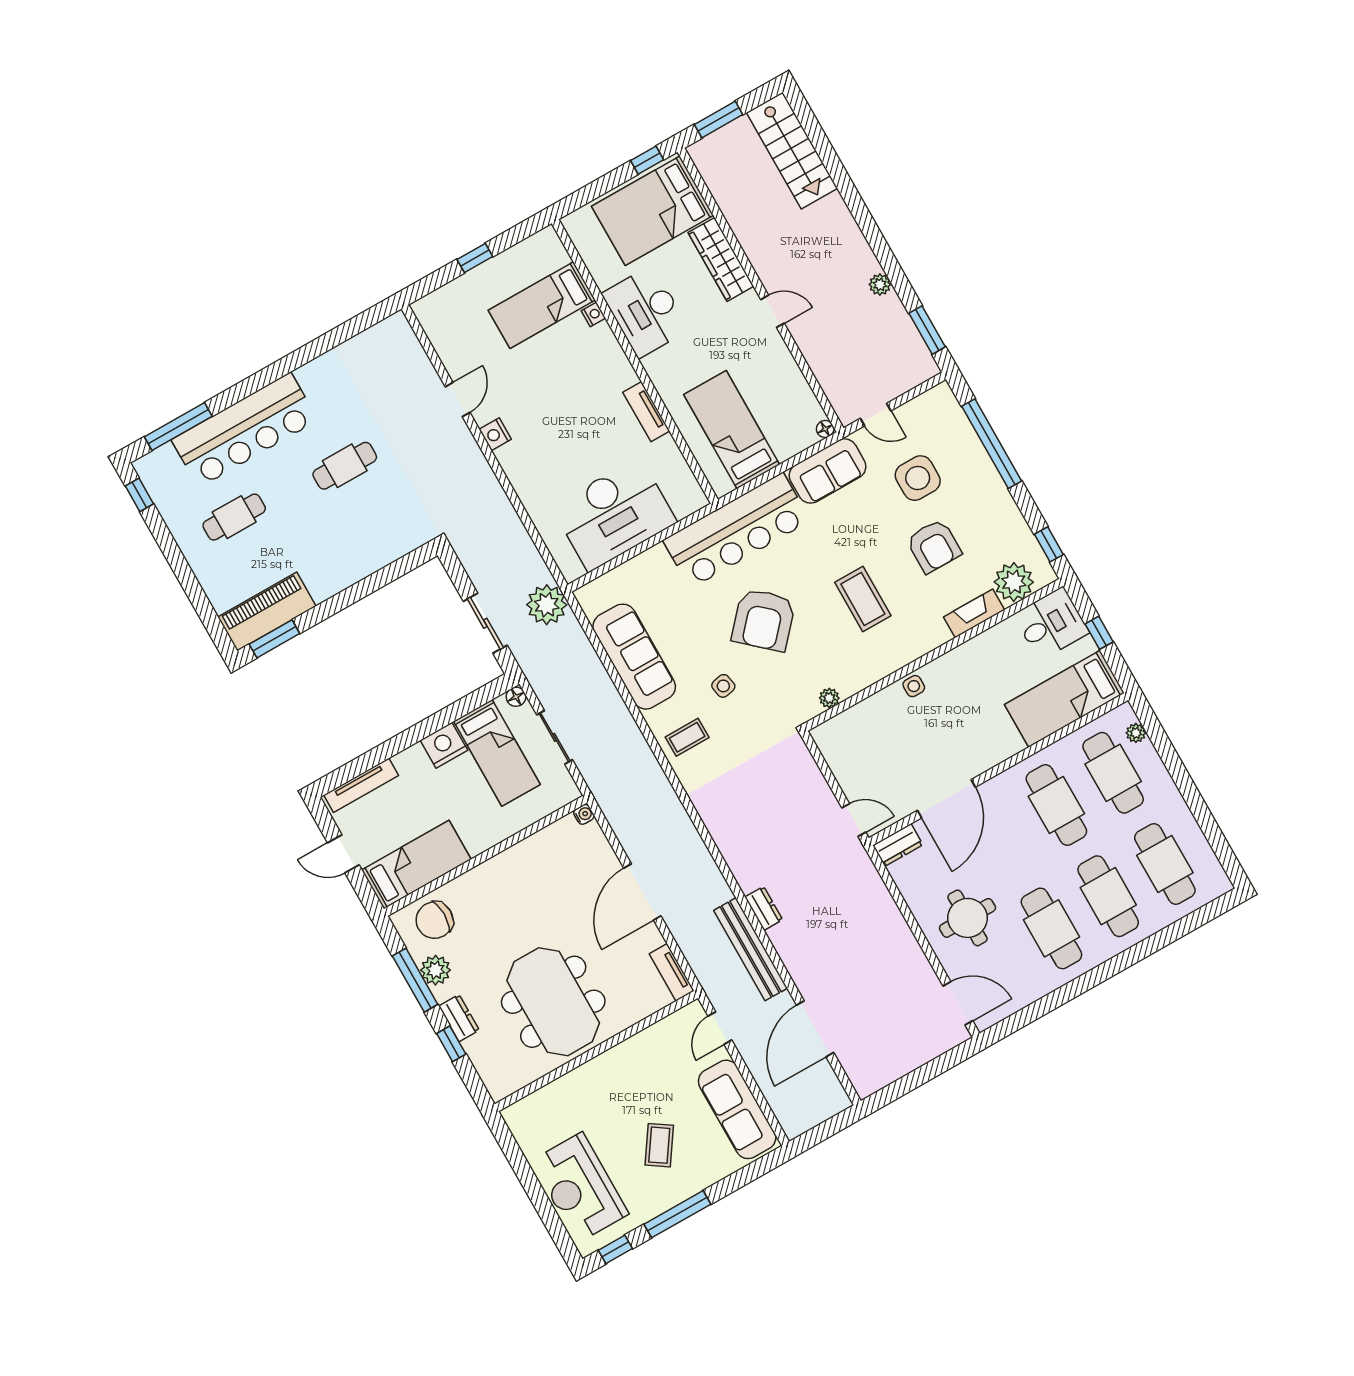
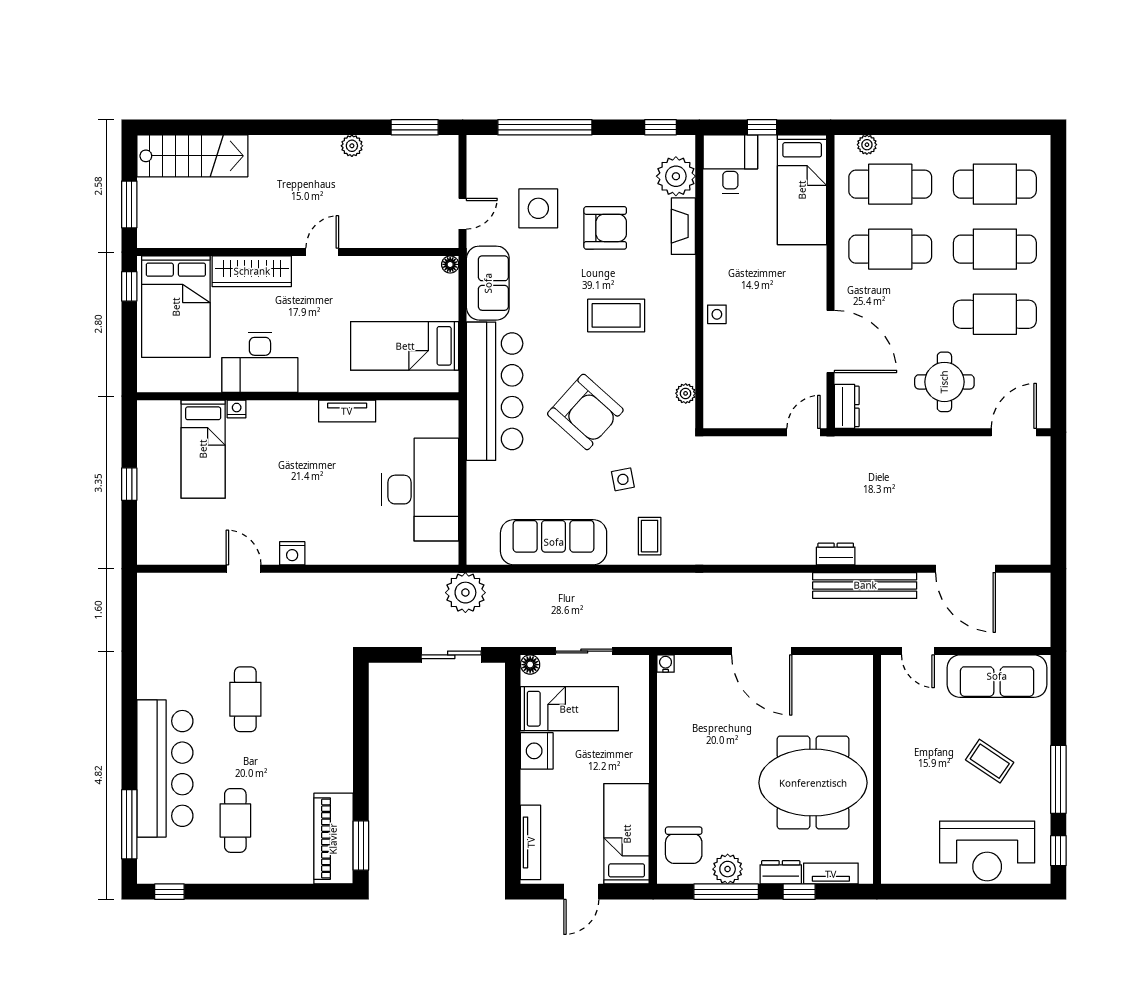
tv unit: (672, 972) -> (831, 874), moved, turned 180

